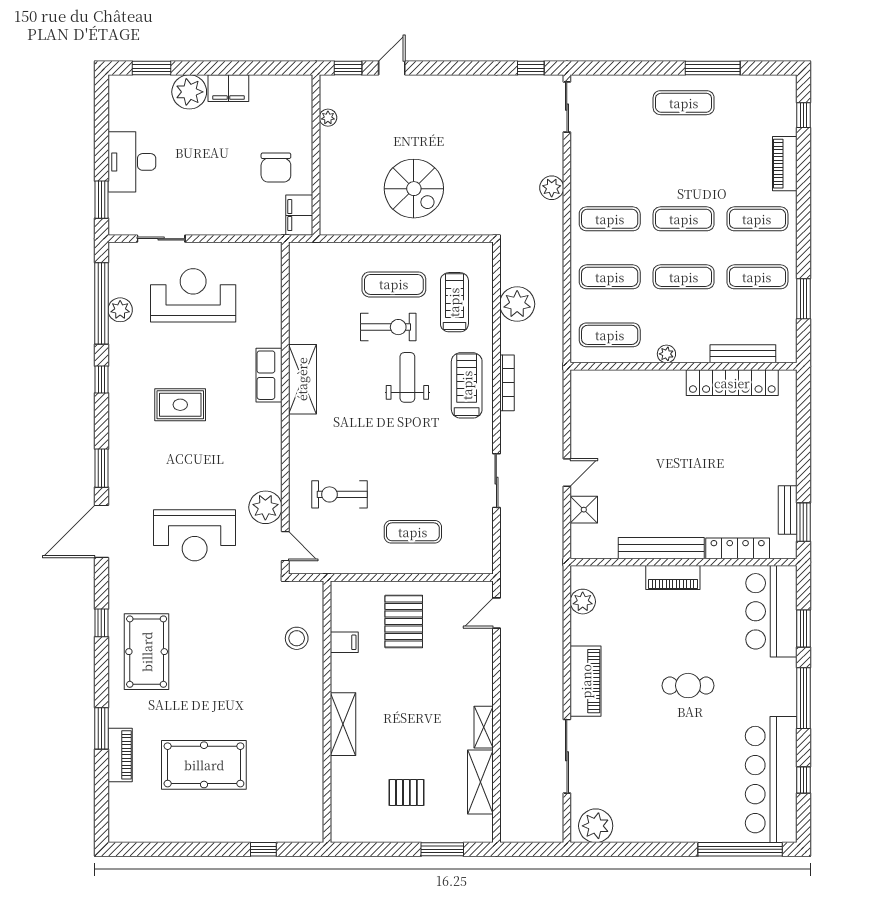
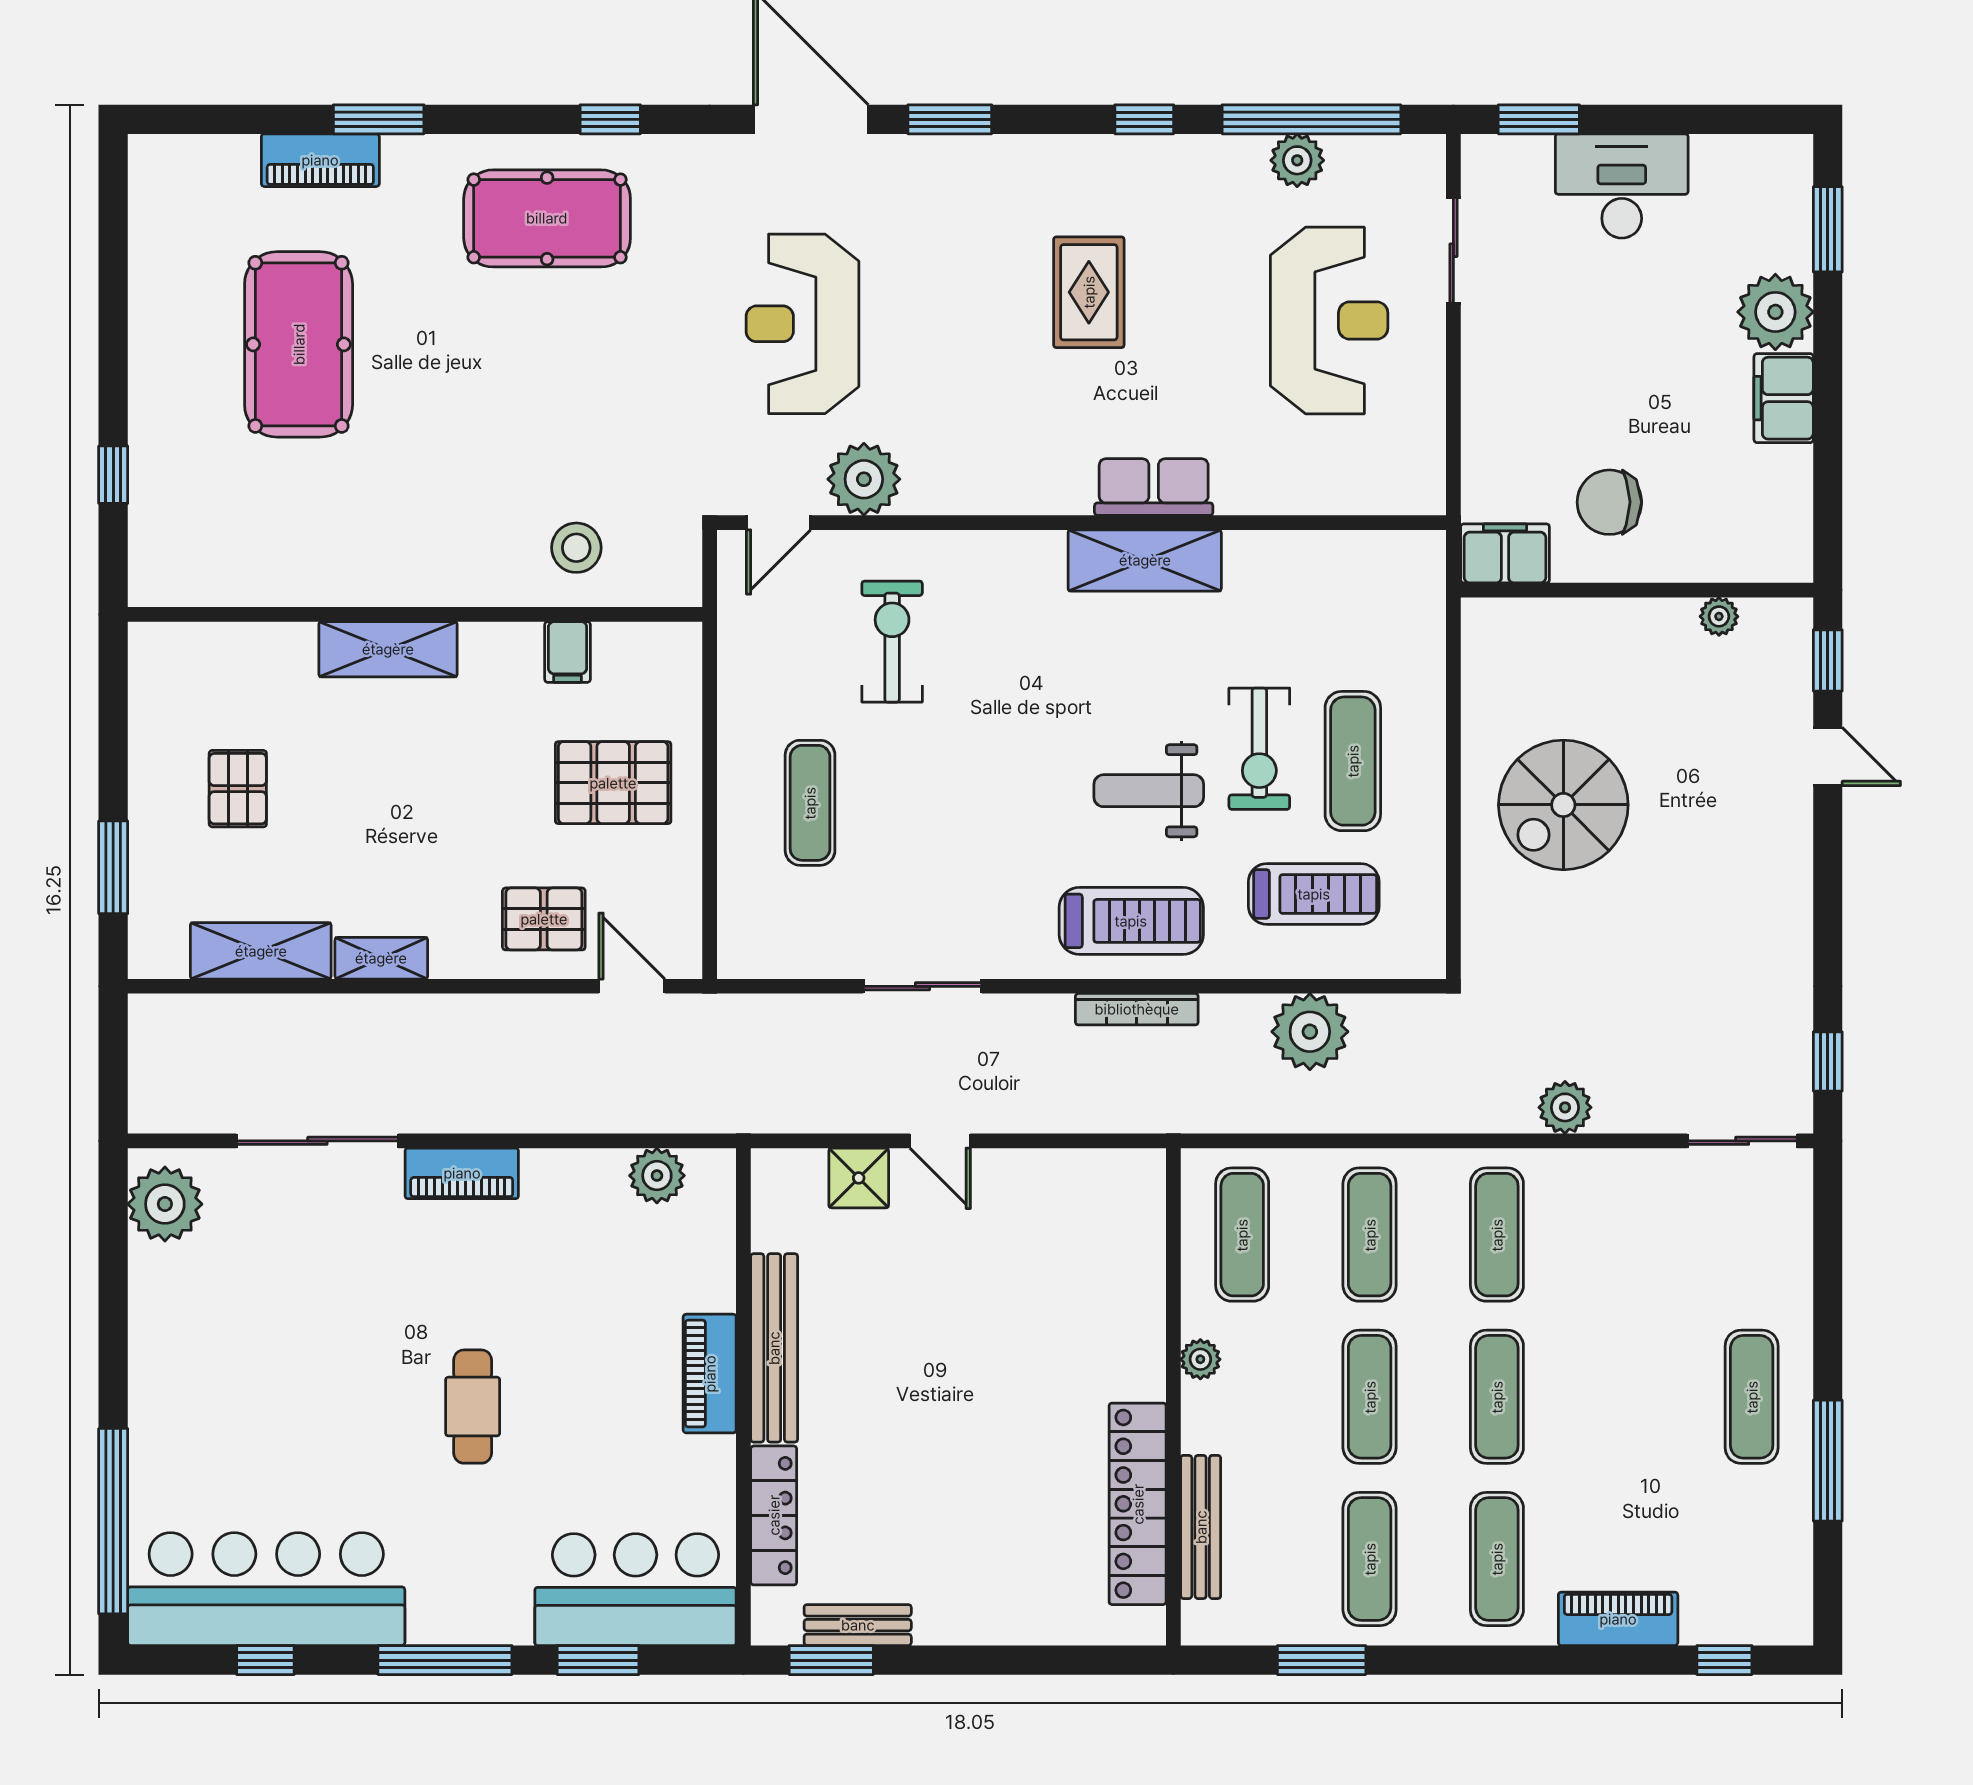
weight bench: (407, 377) -> (1149, 791), turned 180
pallet: (466, 653) -> (544, 919), added
piano: (586, 681) -> (462, 1173), width x0.73, depth x0.75

